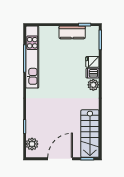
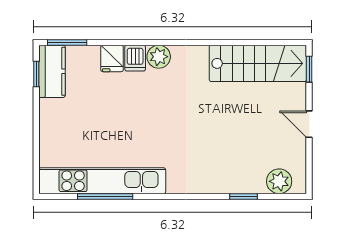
kitchen counter: (72, 32) -> (52, 71), moved
door: (60, 159) -> (309, 124), width x0.53

